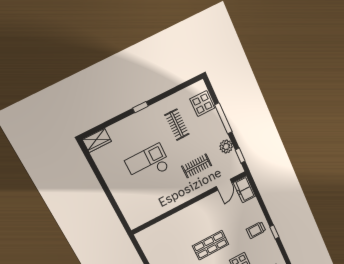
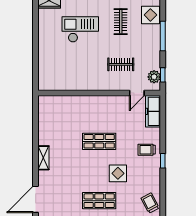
plant: (226, 147) -> (154, 77), moved
checkout: (148, 164) -> (80, 29), moved
freezer: (244, 189) -> (153, 111), width x1.40

